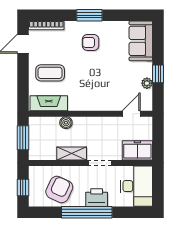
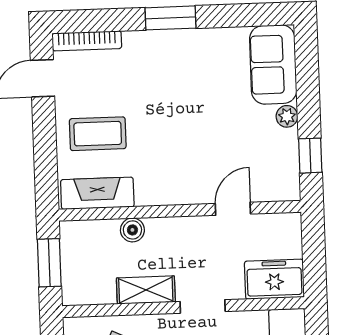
armchair: (91, 42) -> (175, 71), removed
window: (158, 74) -> (310, 156), moved
plant: (147, 83) -> (287, 116), moved
door: (131, 114) -> (233, 209), moved

